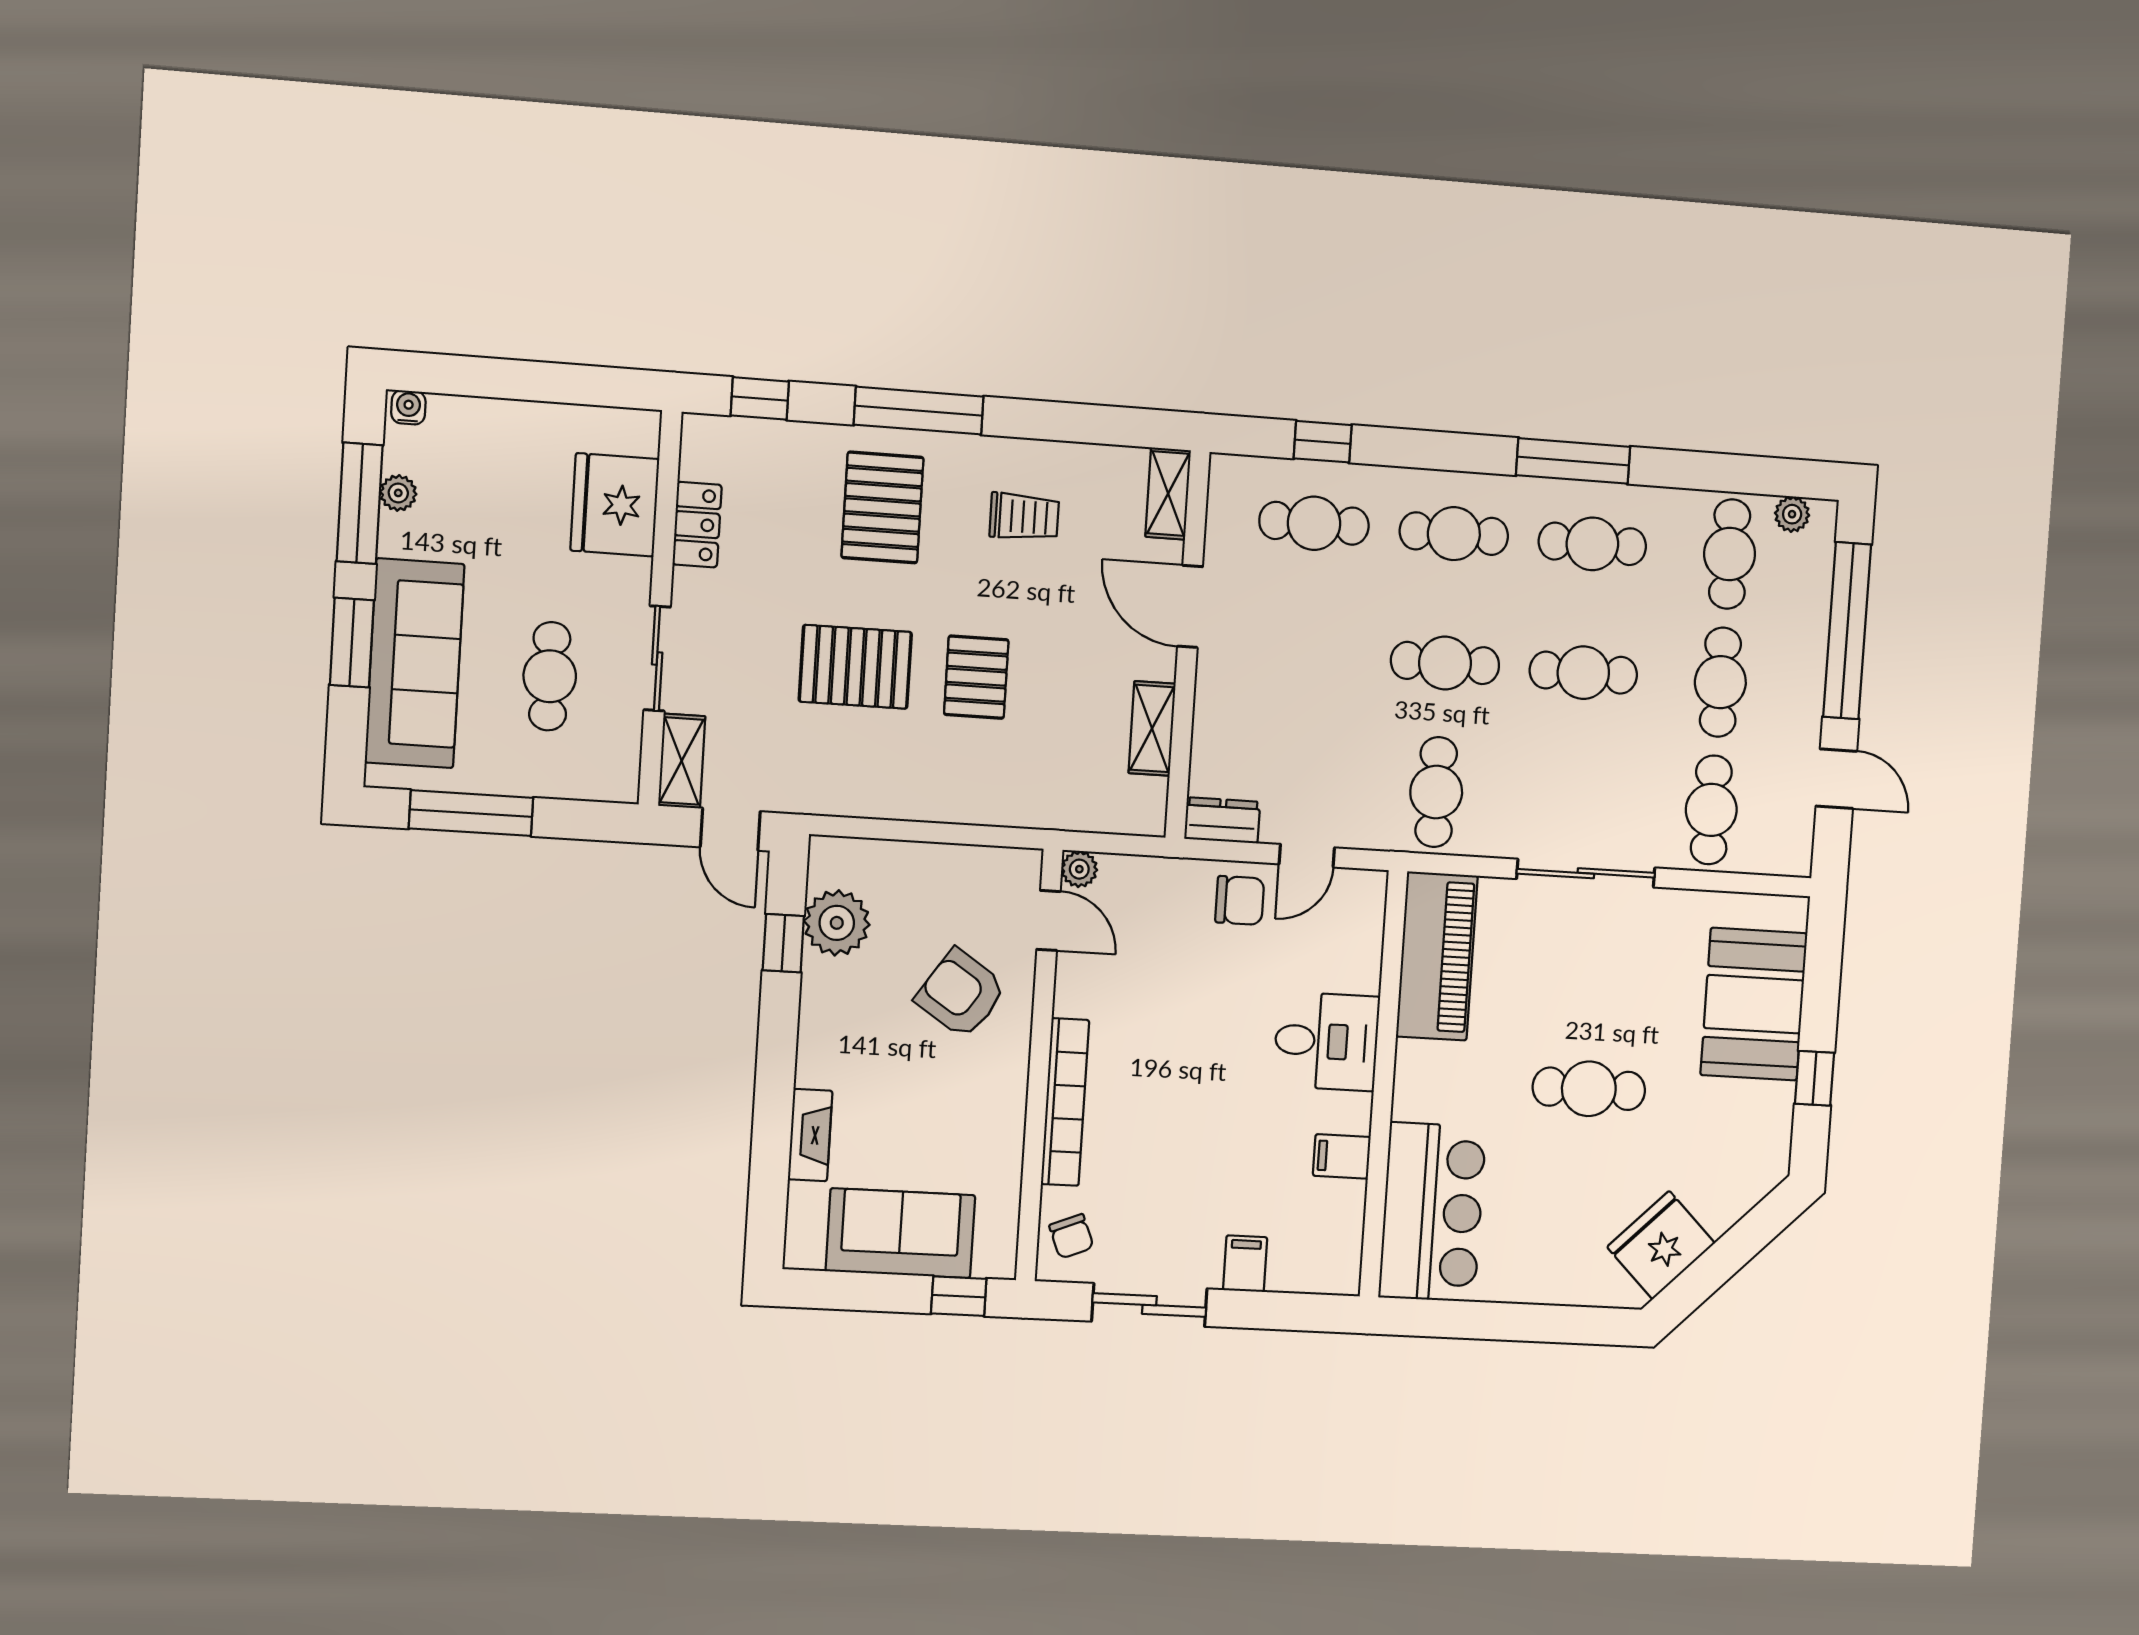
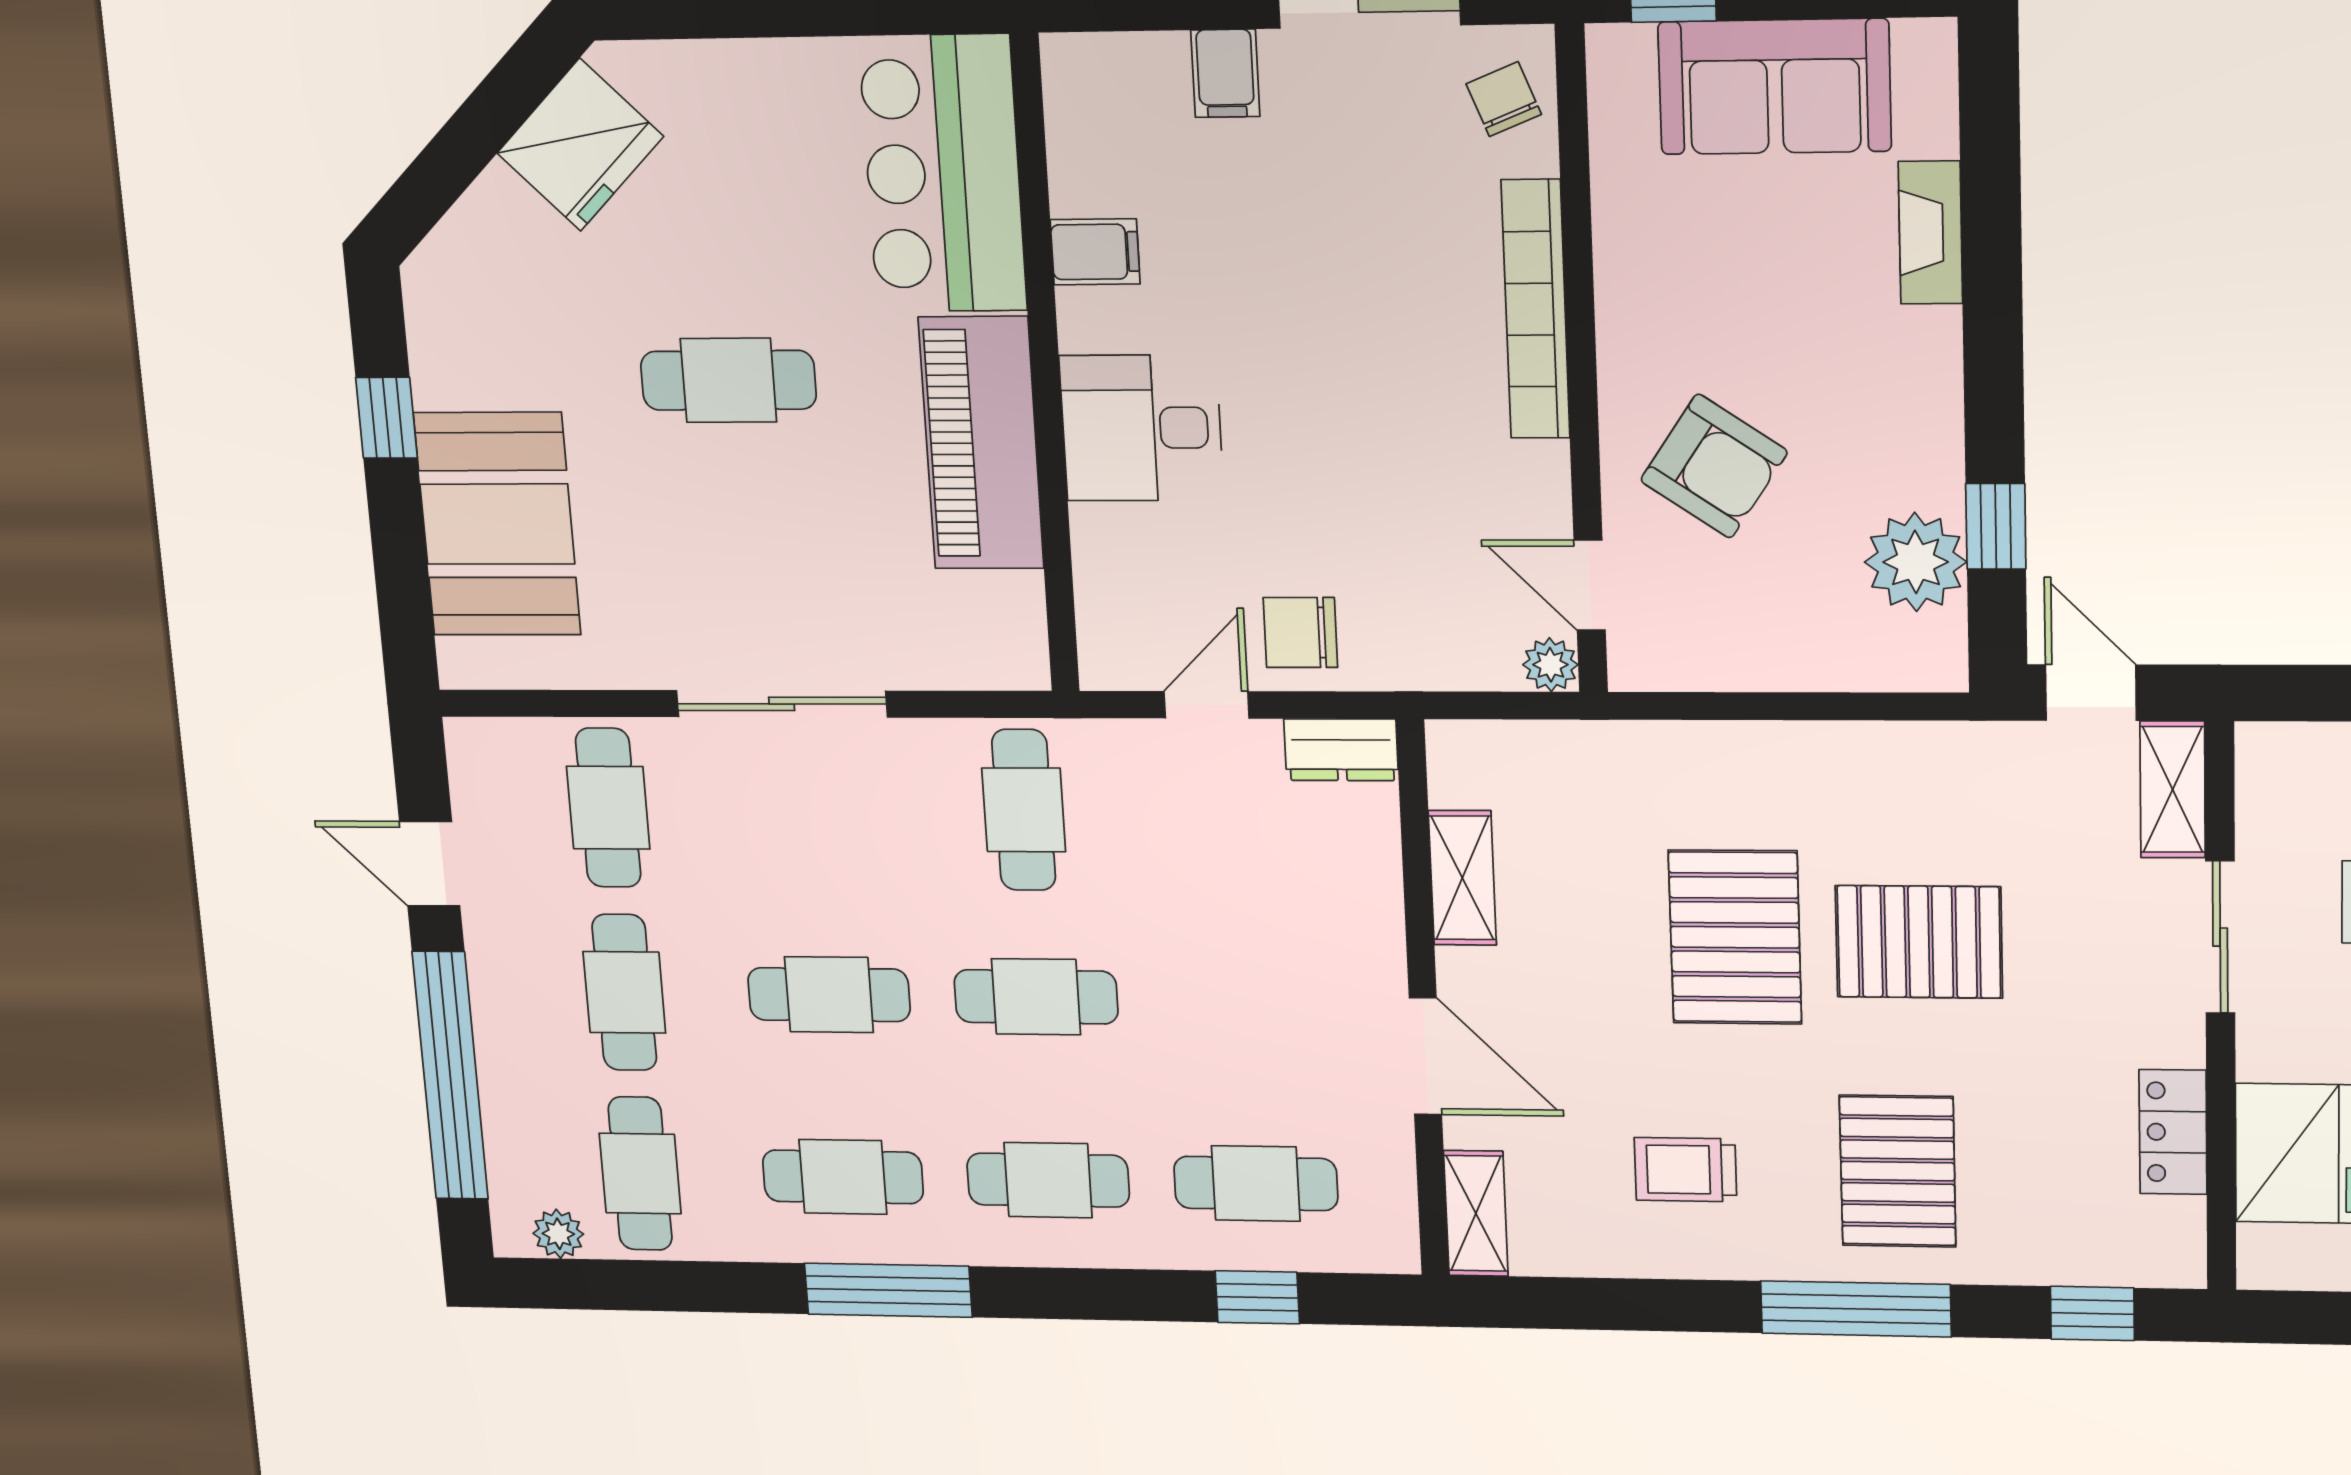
pallet: (976, 677) -> (1735, 937), width x1.50, depth x1.42
piano: (1437, 956) -> (981, 443), moved

